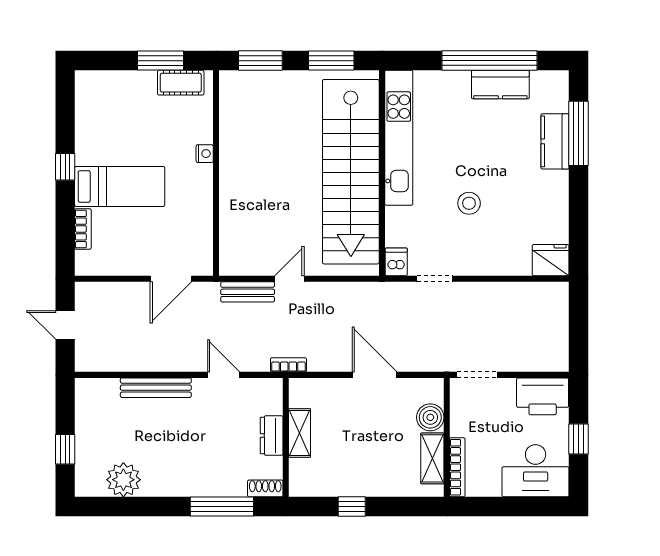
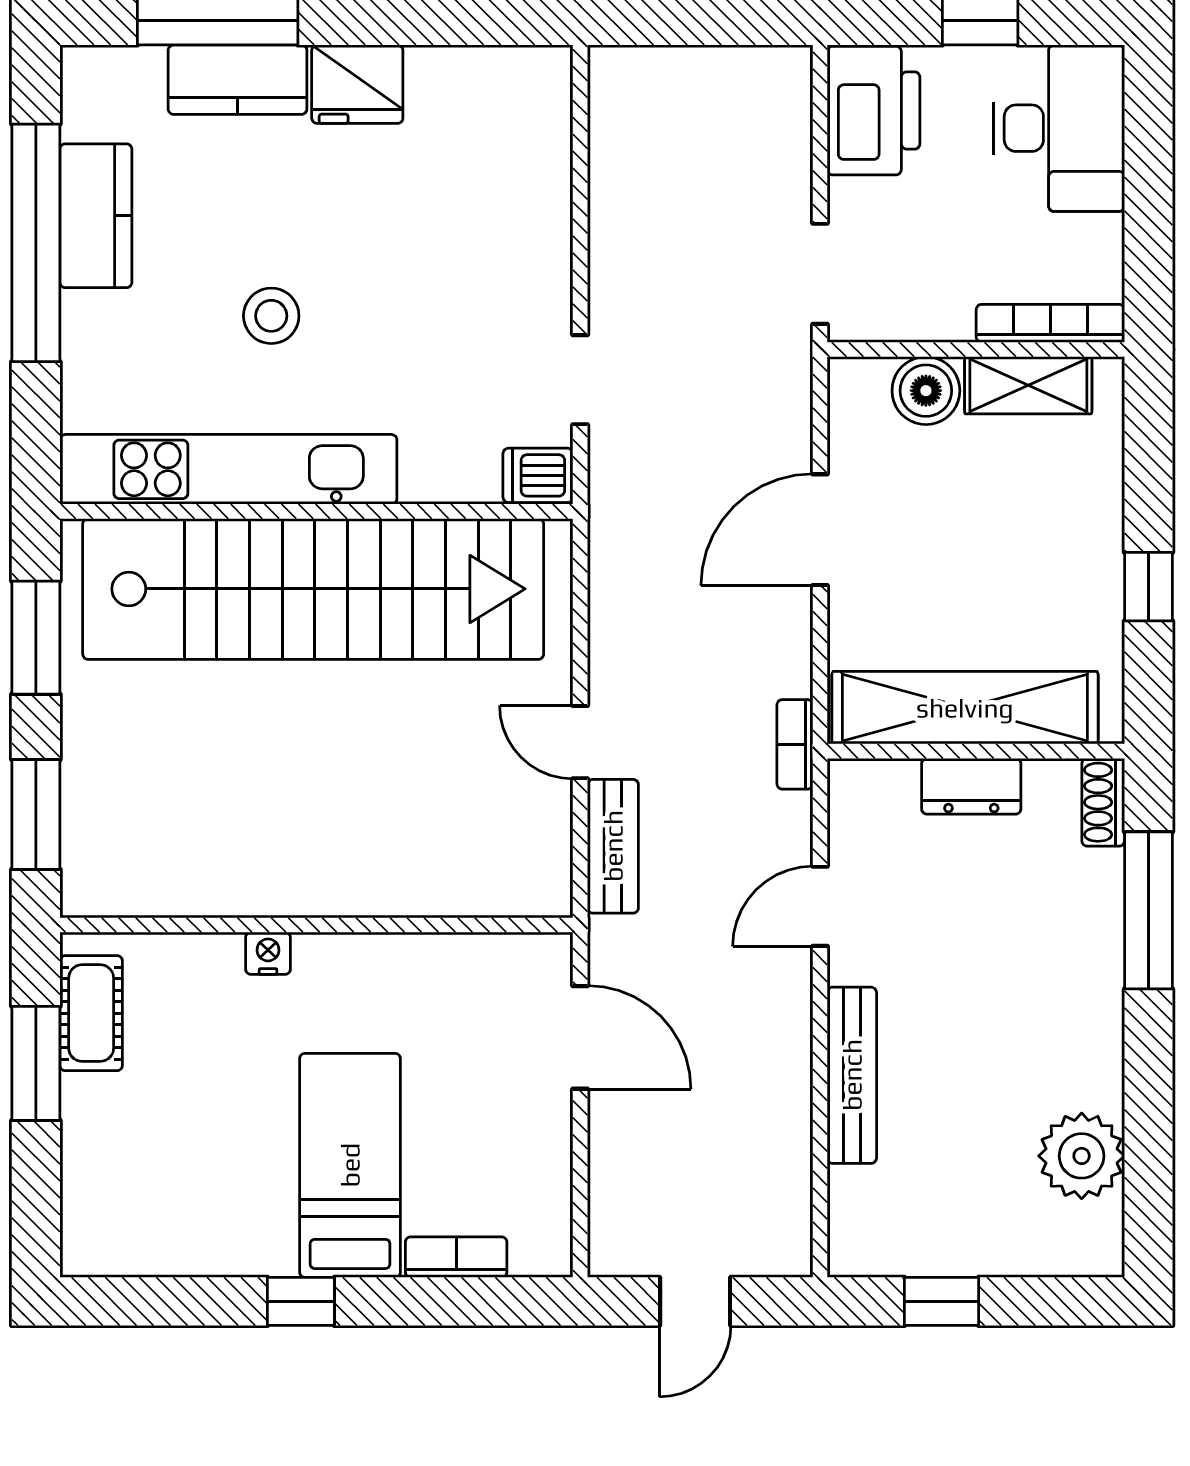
stool: (469, 203) -> (271, 316), moved
fridge: (551, 260) -> (357, 84), moved, turned -90
shelving: (300, 433) -> (965, 708), width x2.20, depth x1.33
window: (65, 449) -> (941, 1301), moved

